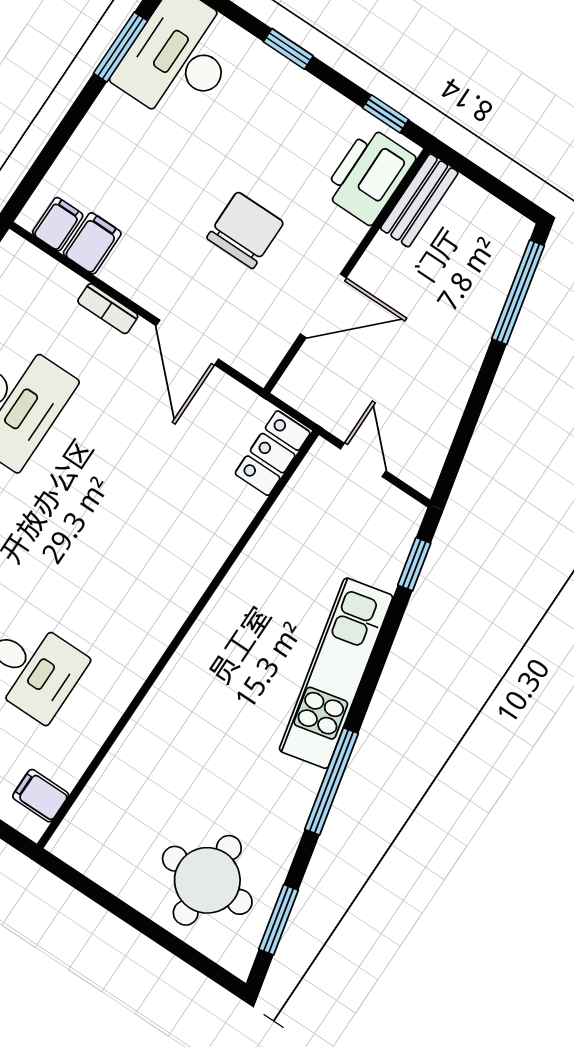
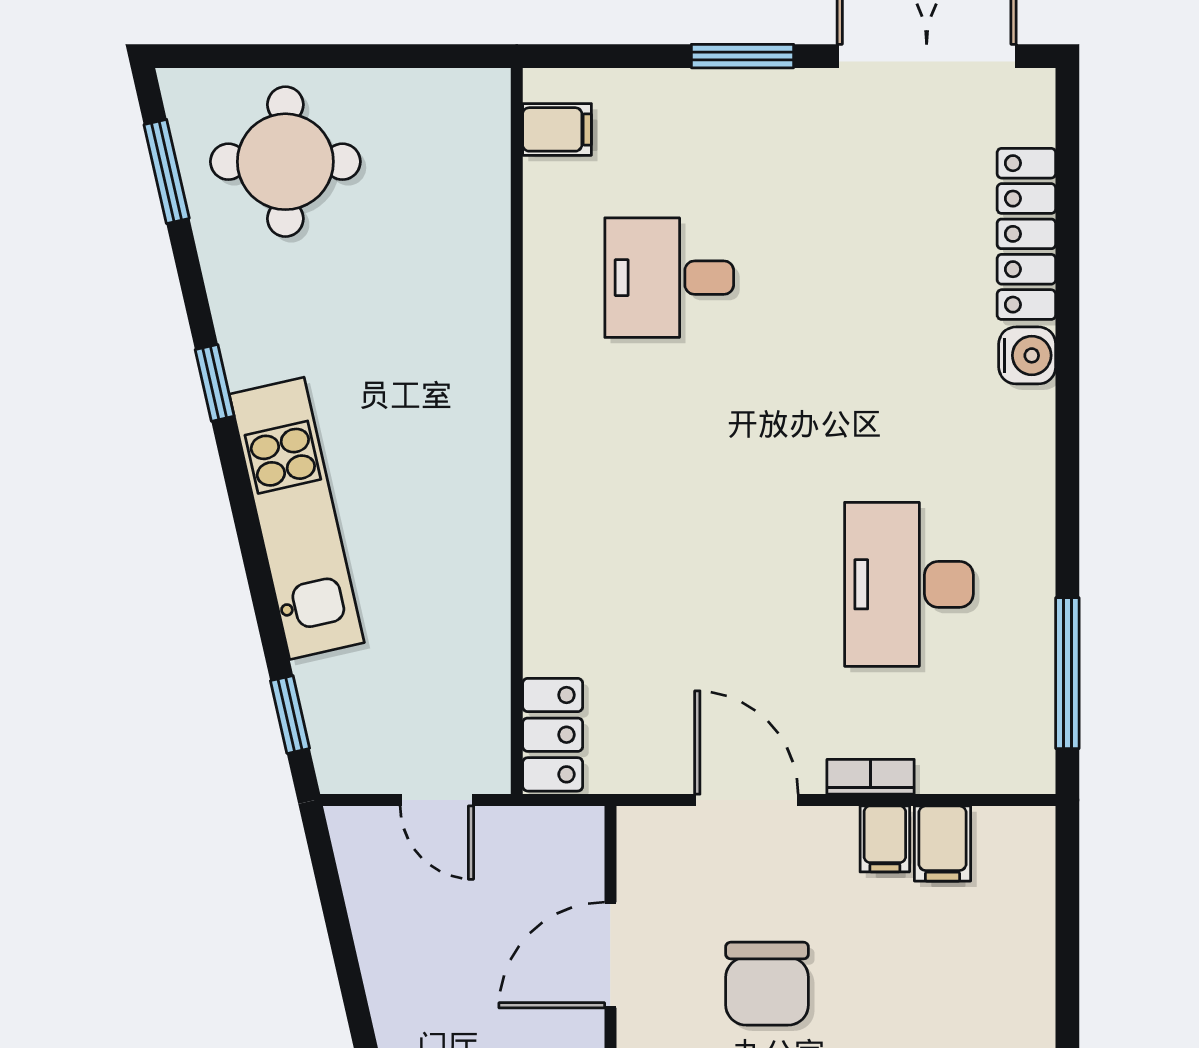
filing cabinet: (58, 224) -> (885, 839), moved
window: (331, 781) -> (215, 383), width x0.46

